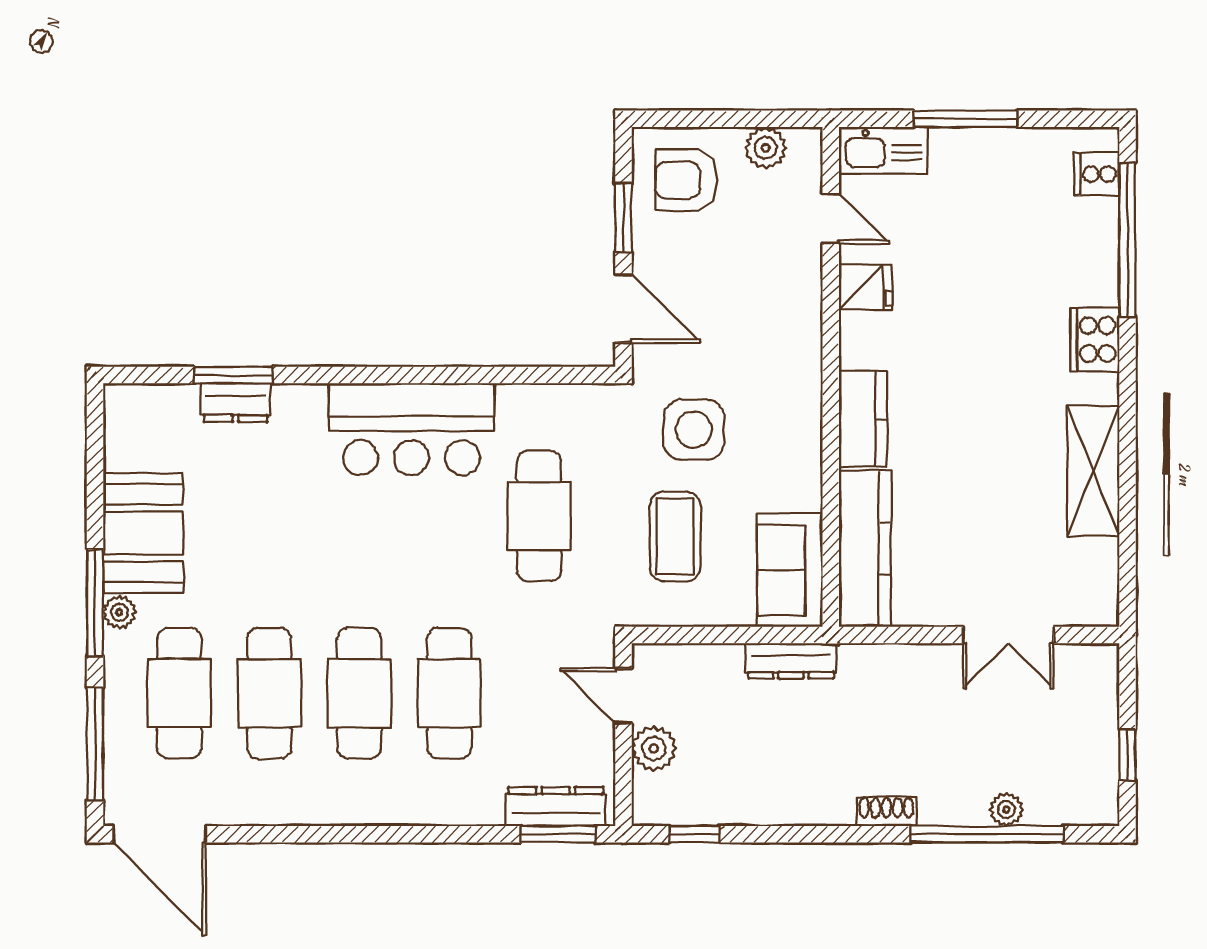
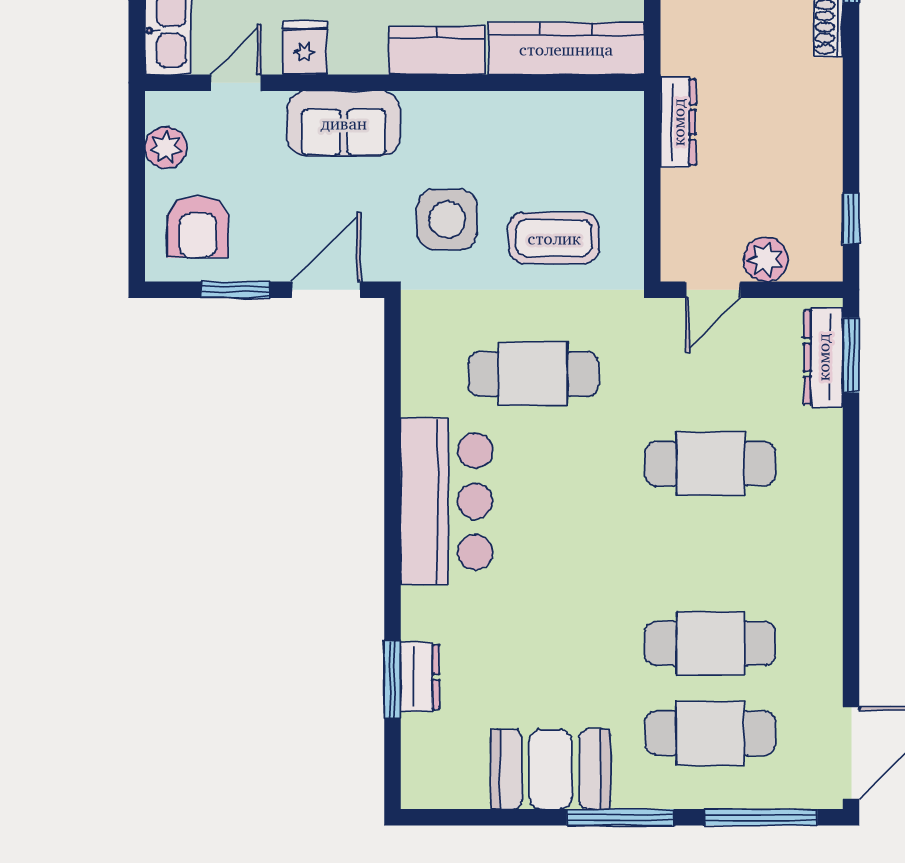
sofa: (790, 570) -> (344, 123), moved
plant: (119, 612) -> (630, 793), removed
cafe table: (359, 693) -> (710, 554), removed

